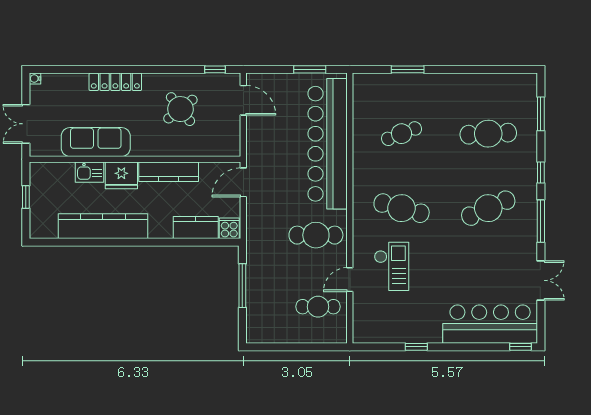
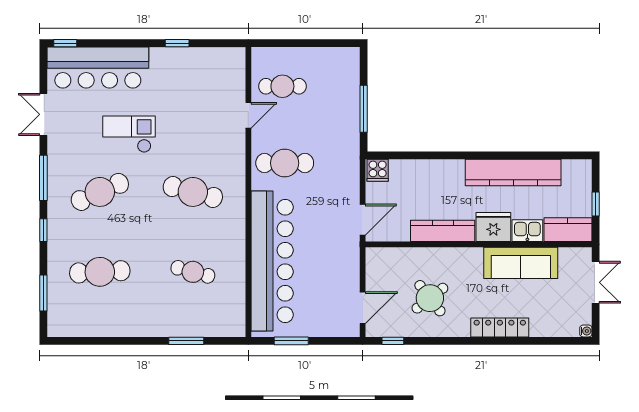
door: (243, 100) -> (363, 308), swing flipped
cafe table: (402, 134) -> (193, 272), turned 36
kitchen counter: (196, 228) -> (568, 230), moved, turned 180
checkout: (392, 266) -> (129, 134), moved, turned 90

